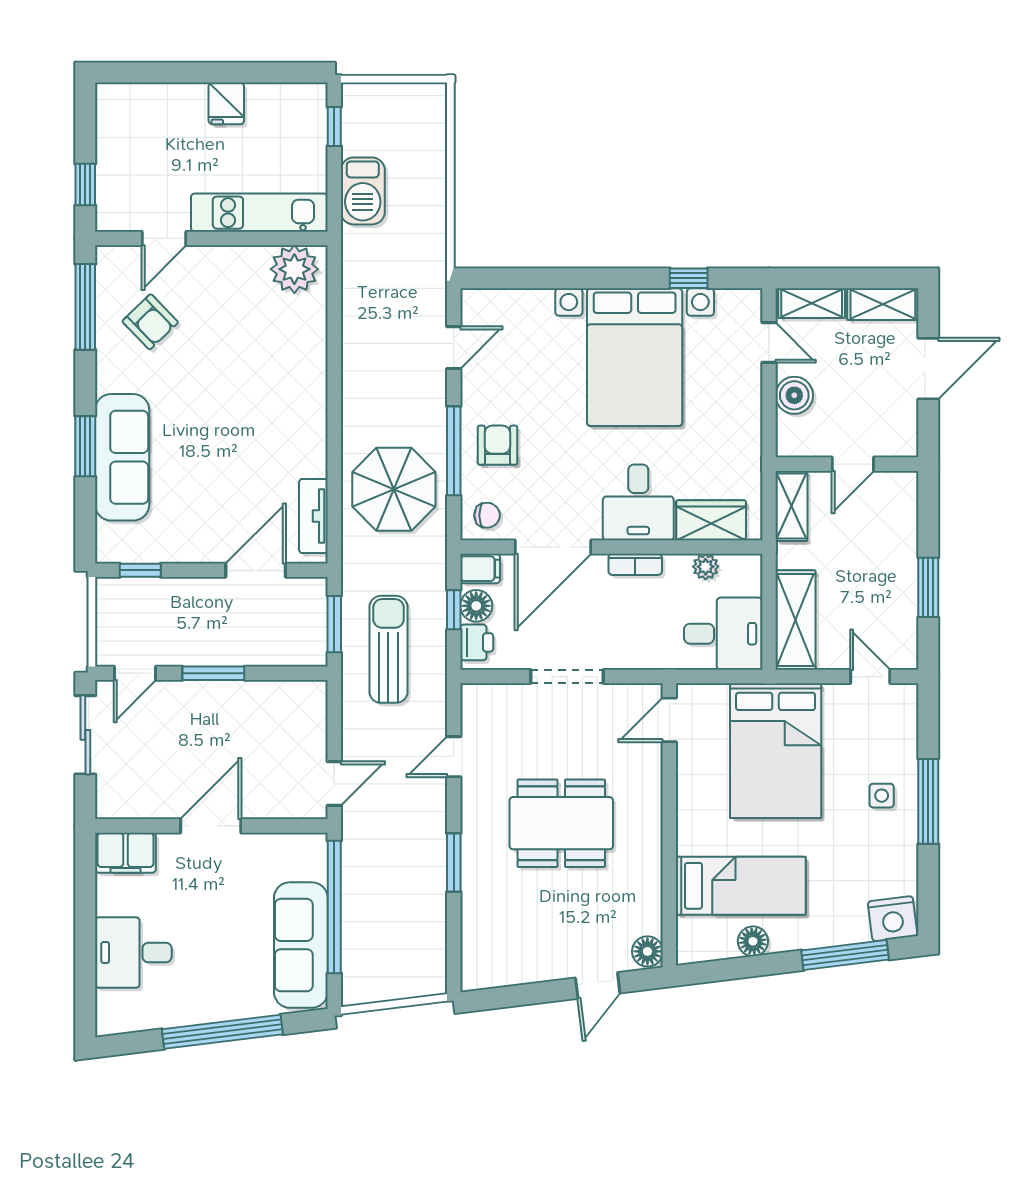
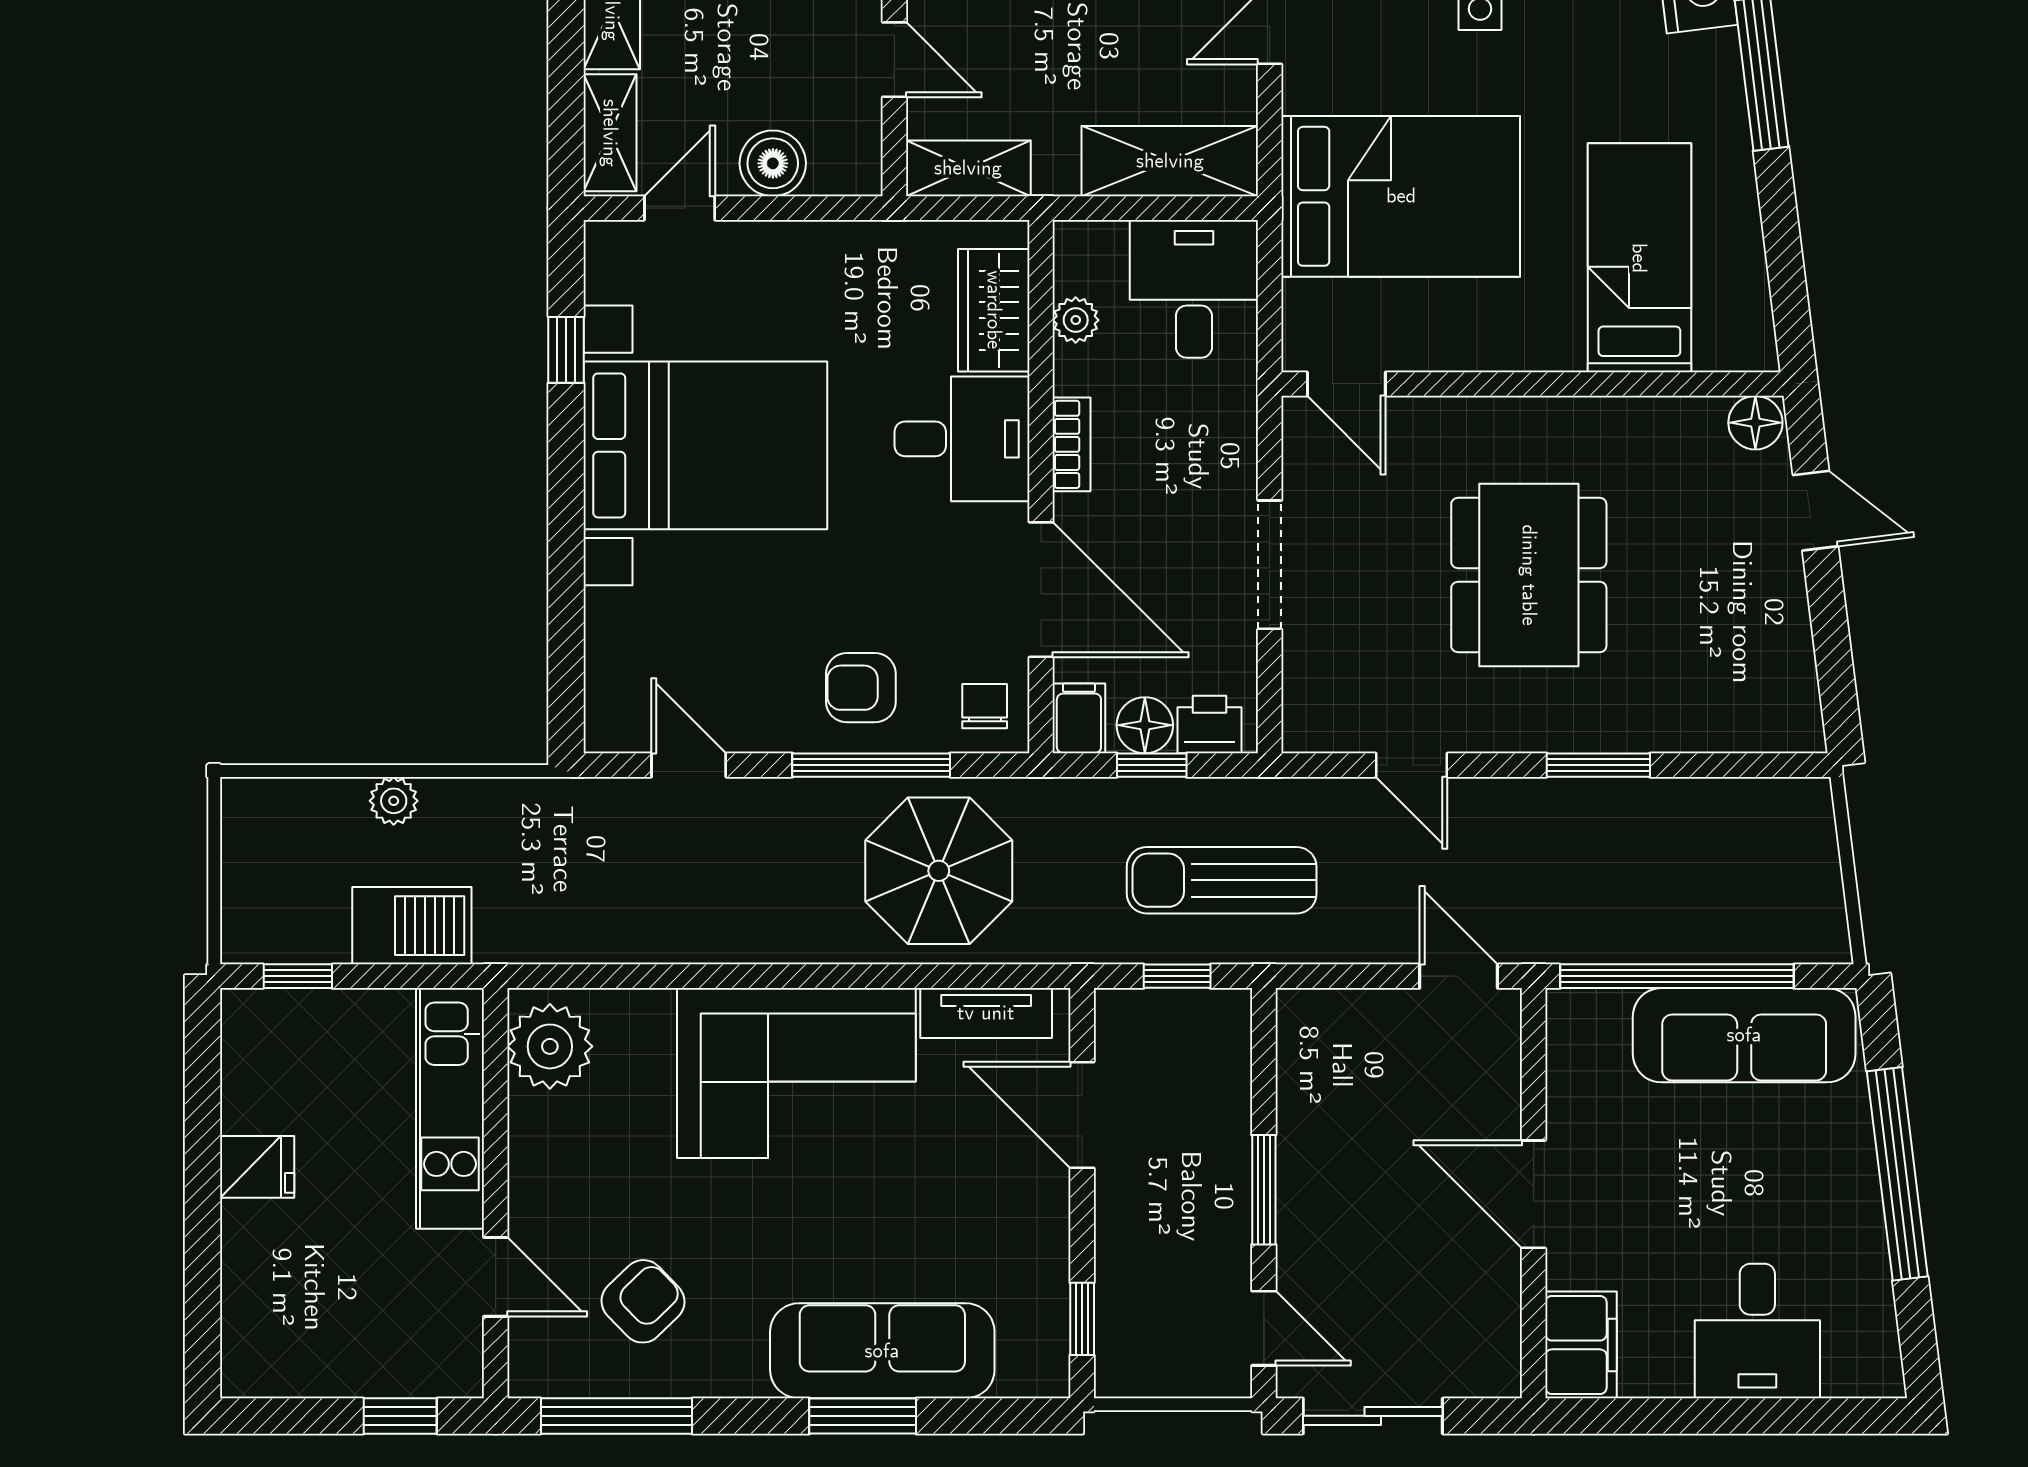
plant: (433, 181) -> (394, 801), added
corner sofa: (279, 409) -> (796, 1073), added
window: (334, 624) -> (1177, 976), width x0.67
floor lamp: (753, 941) -> (1737, 236), removed

